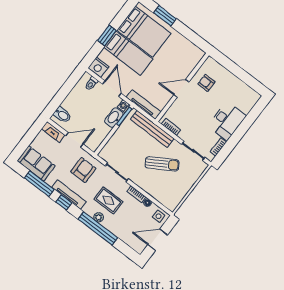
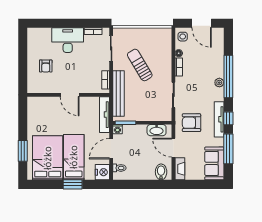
armchair: (206, 83) -> (46, 66), moved
washbasin: (114, 118) -> (157, 130), moved
rug: (108, 200) -> (200, 85), removed

